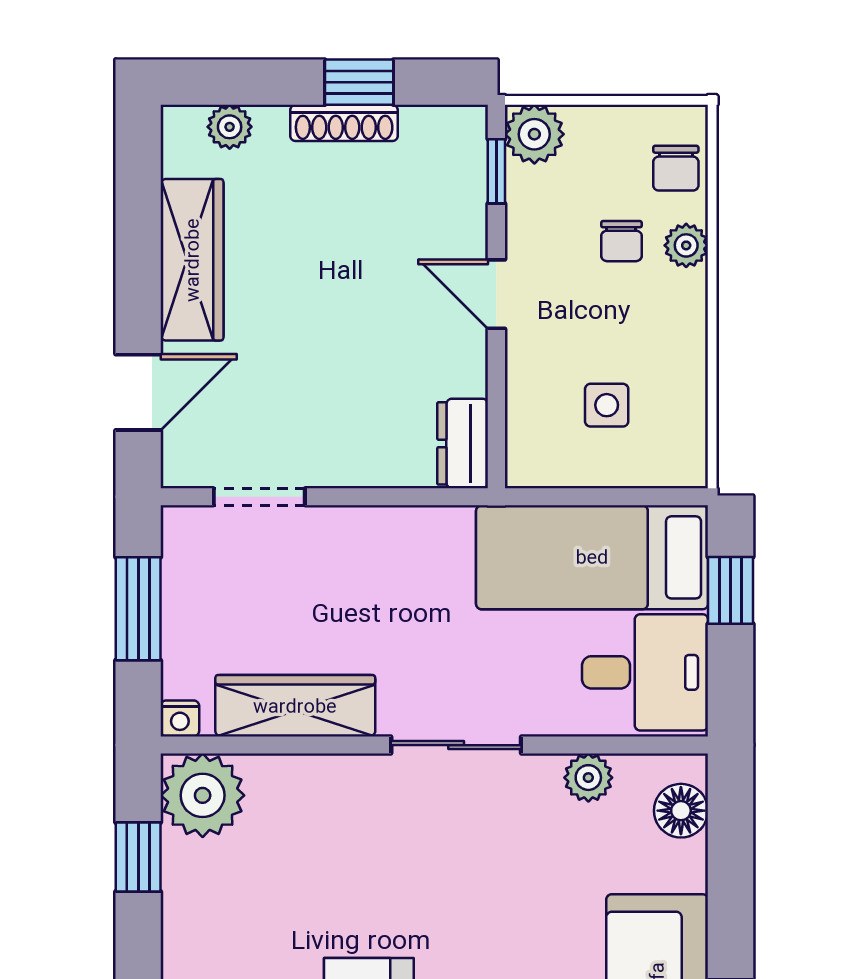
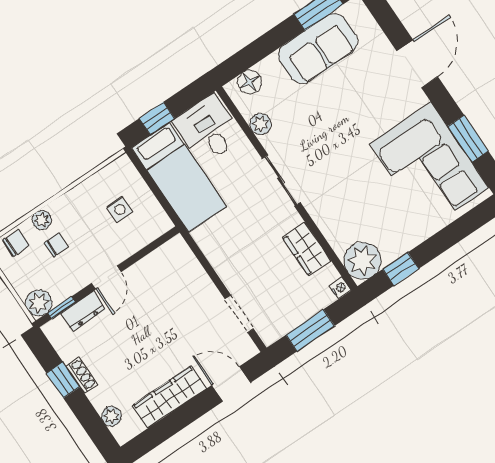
shoe rack: (344, 123) -> (82, 375), width x0.70
dresser: (463, 443) -> (83, 311), moved
wardrobe: (295, 706) -> (307, 249), width x0.67

